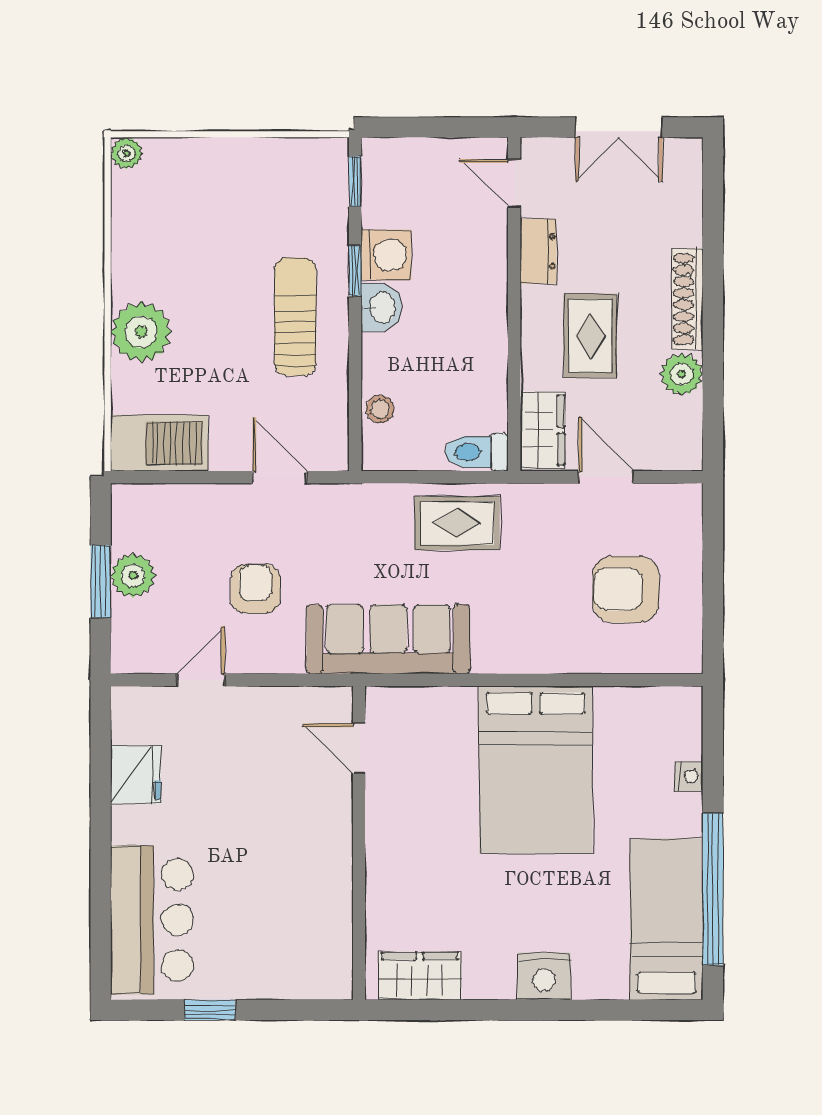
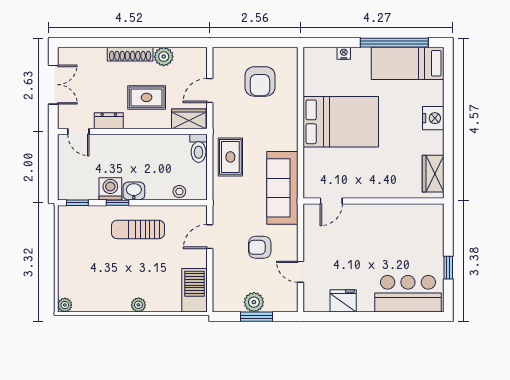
door: (514, 183) -> (78, 132), hinge flipped
plant: (141, 332) -> (138, 305), width x0.53, depth x0.53

